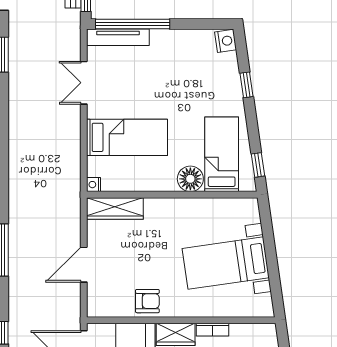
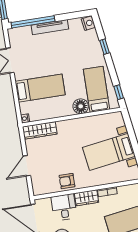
tv unit: (118, 37) -> (50, 27), moved
armchair: (147, 301) -> (67, 181), turned 180

